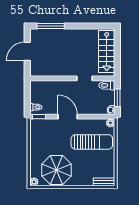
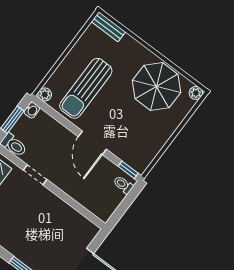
sun lounger: (92, 142) -> (86, 88), turned -90

